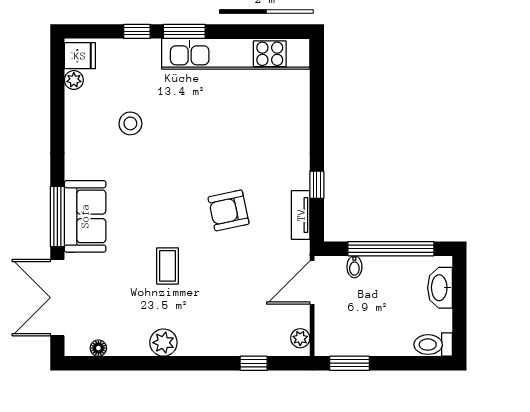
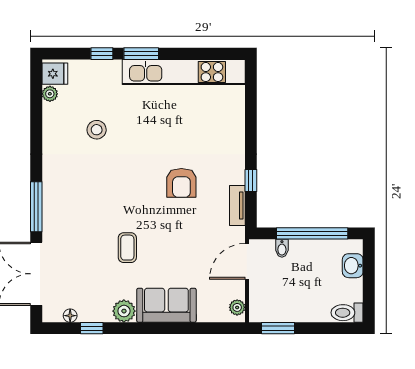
armchair: (229, 210) -> (181, 183), moved, turned -78
sofa: (85, 216) -> (166, 305), moved, turned -90
washbasin: (440, 288) -> (353, 266), width x0.72
window: (254, 363) -> (92, 328), moved

